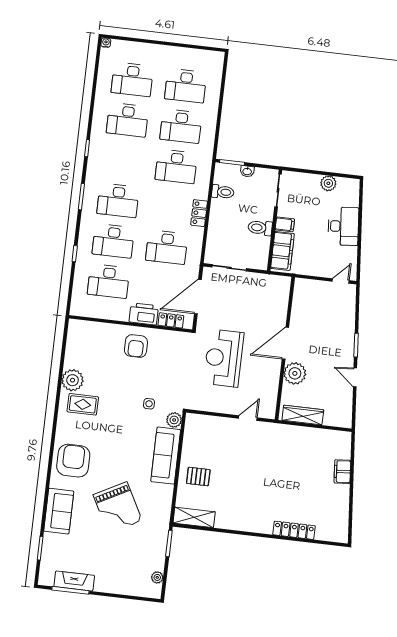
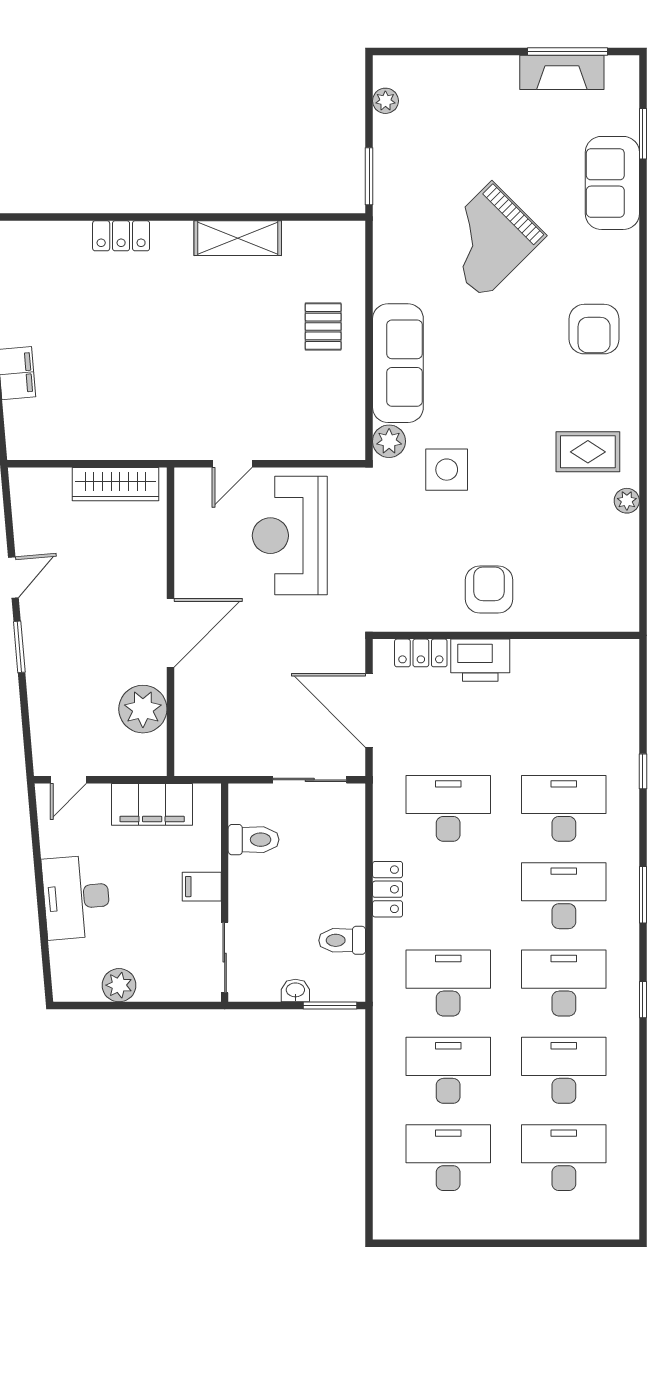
water cooler: (106, 43) -> (629, 1230), removed
toilet: (260, 228) -> (254, 840), moved
filing cabinet: (282, 251) -> (152, 804), moved, turned -90
desk: (108, 281) -> (564, 983), moved
door: (198, 297) -> (369, 710), swing flipped
reception desk: (224, 358) -> (290, 536), moved, turned 180
plant: (295, 373) -> (143, 709), moved
door: (355, 377) -> (13, 578), hinge flipped
plant: (72, 380) -> (627, 501), width x0.53, depth x0.53
side table: (149, 404) -> (447, 470), width x1.87, depth x1.87
armchair: (73, 461) -> (594, 329), width x0.73, depth x0.73
pallet: (198, 477) -> (323, 326), turned 90
grand piano: (118, 508) -> (488, 240), turned -107
sofa: (59, 511) -> (612, 183), moved
shelving: (194, 517) -> (238, 238), moved
locker: (294, 530) -> (121, 236), width x0.66

